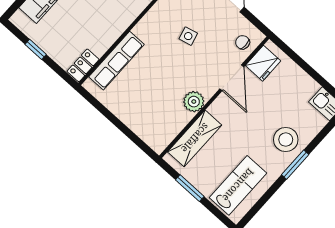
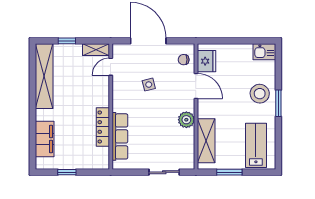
locker: (83, 65) -> (103, 127), moved, width x1.53
sliding door: (128, 132) -> (164, 172), added

